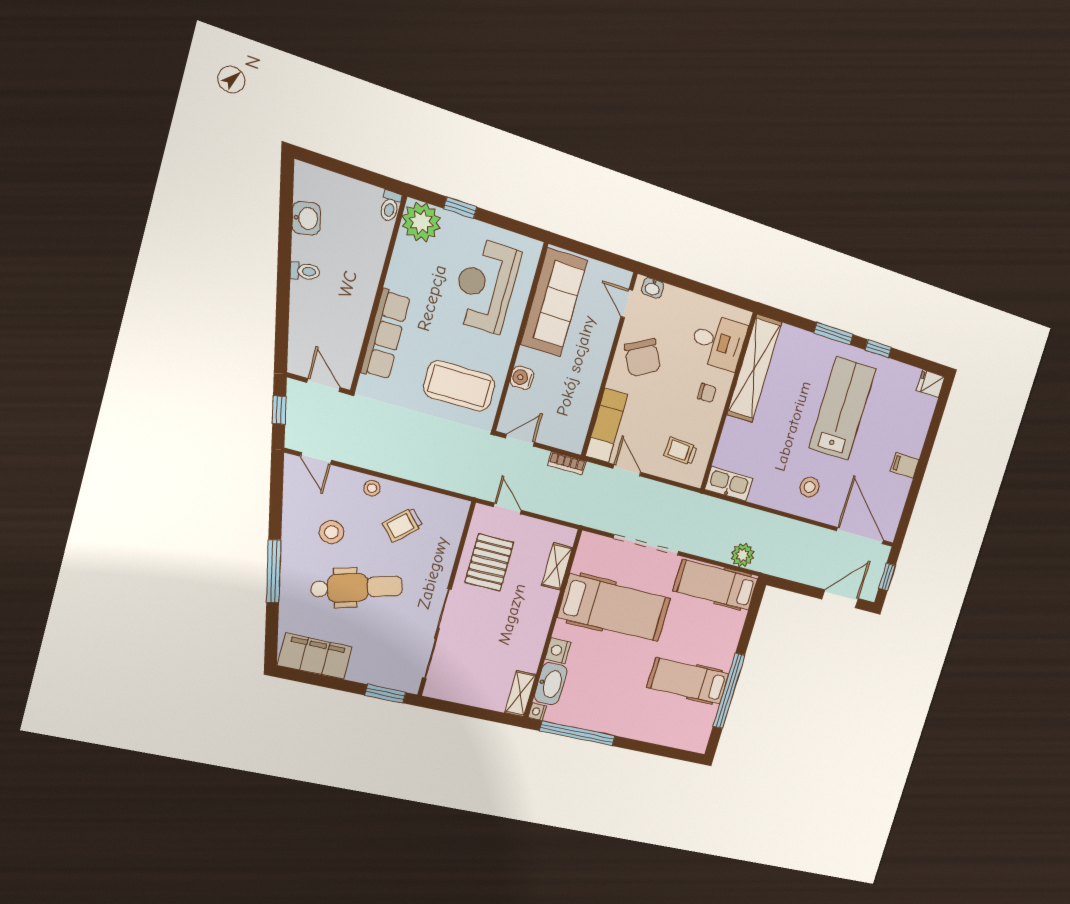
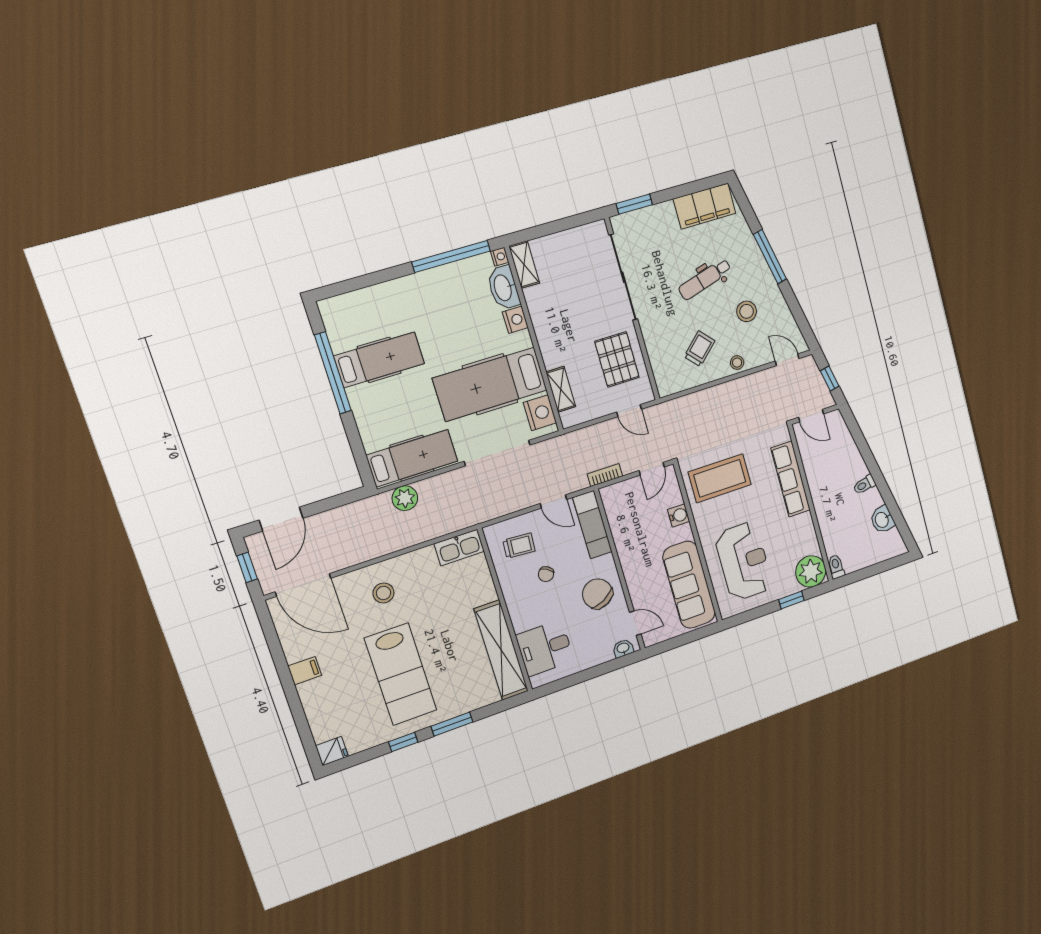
chair: (707, 393) -> (546, 574), moved, turned -57
nightstand: (588, 557) -> (540, 413), added
dental chair: (357, 588) -> (705, 279), width x0.73, depth x0.72

